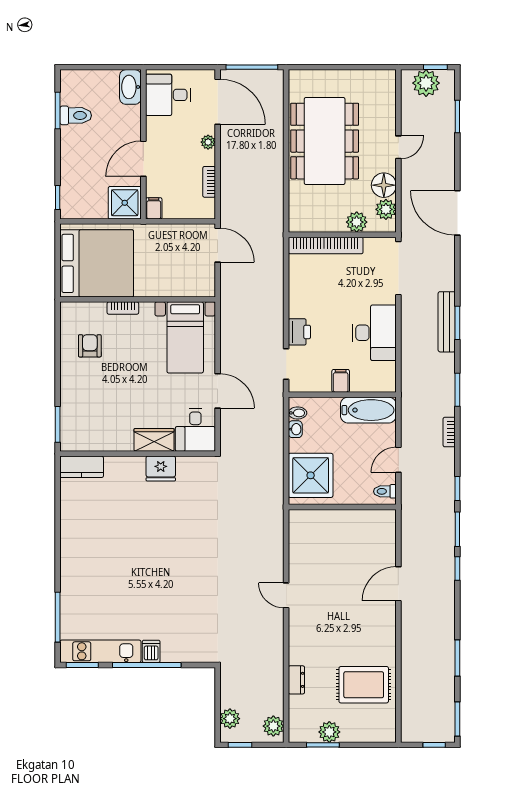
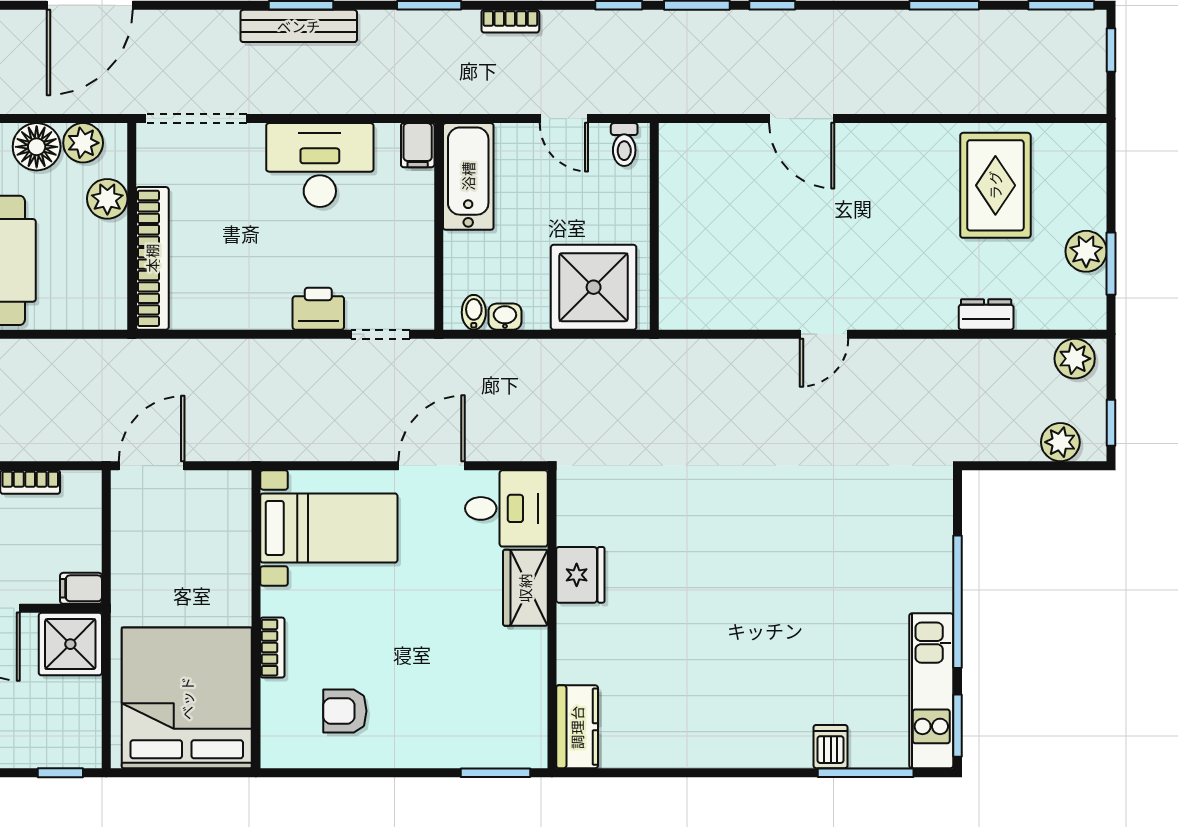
filing cabinet: (341, 381) -> (418, 145), moved, turned -90
dishwasher: (151, 651) -> (831, 747), moved, turned 90

